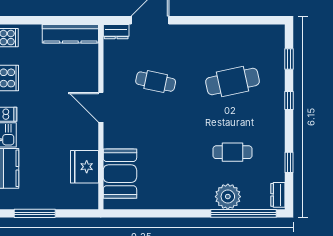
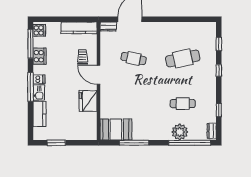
trolley: (76, 79) -> (83, 57), added
fridge: (84, 167) -> (88, 101), moved
booth: (120, 174) -> (116, 130), moved, turned 90
window: (35, 213) -> (56, 143), width x0.69
window: (156, 213) -> (134, 143), added

